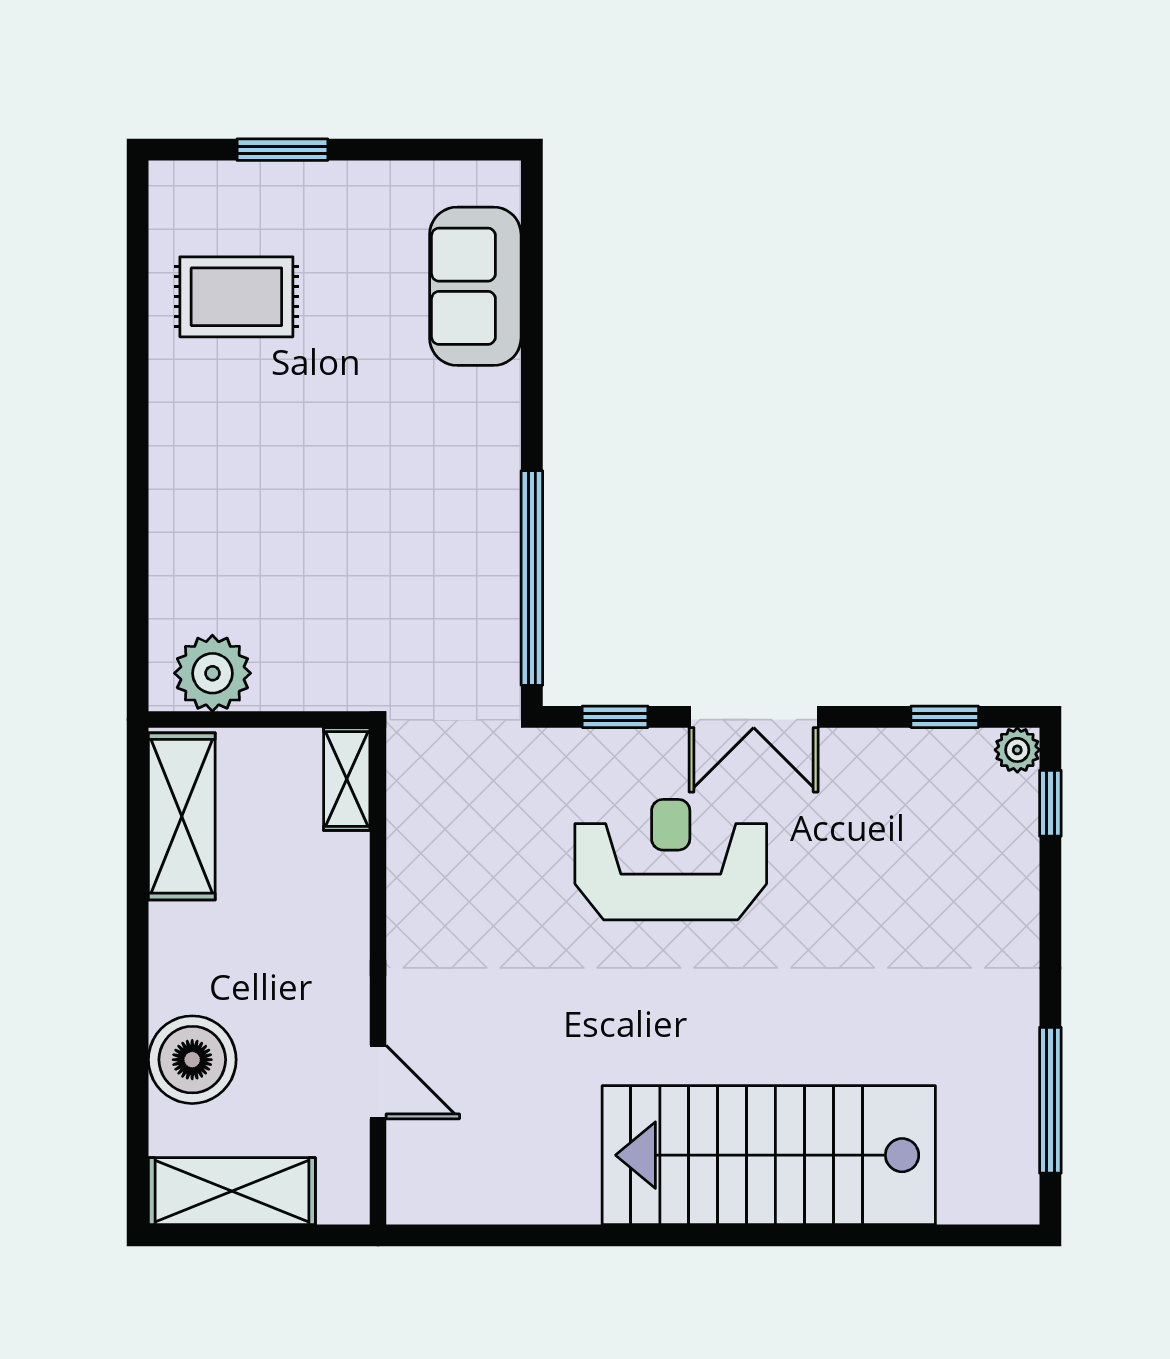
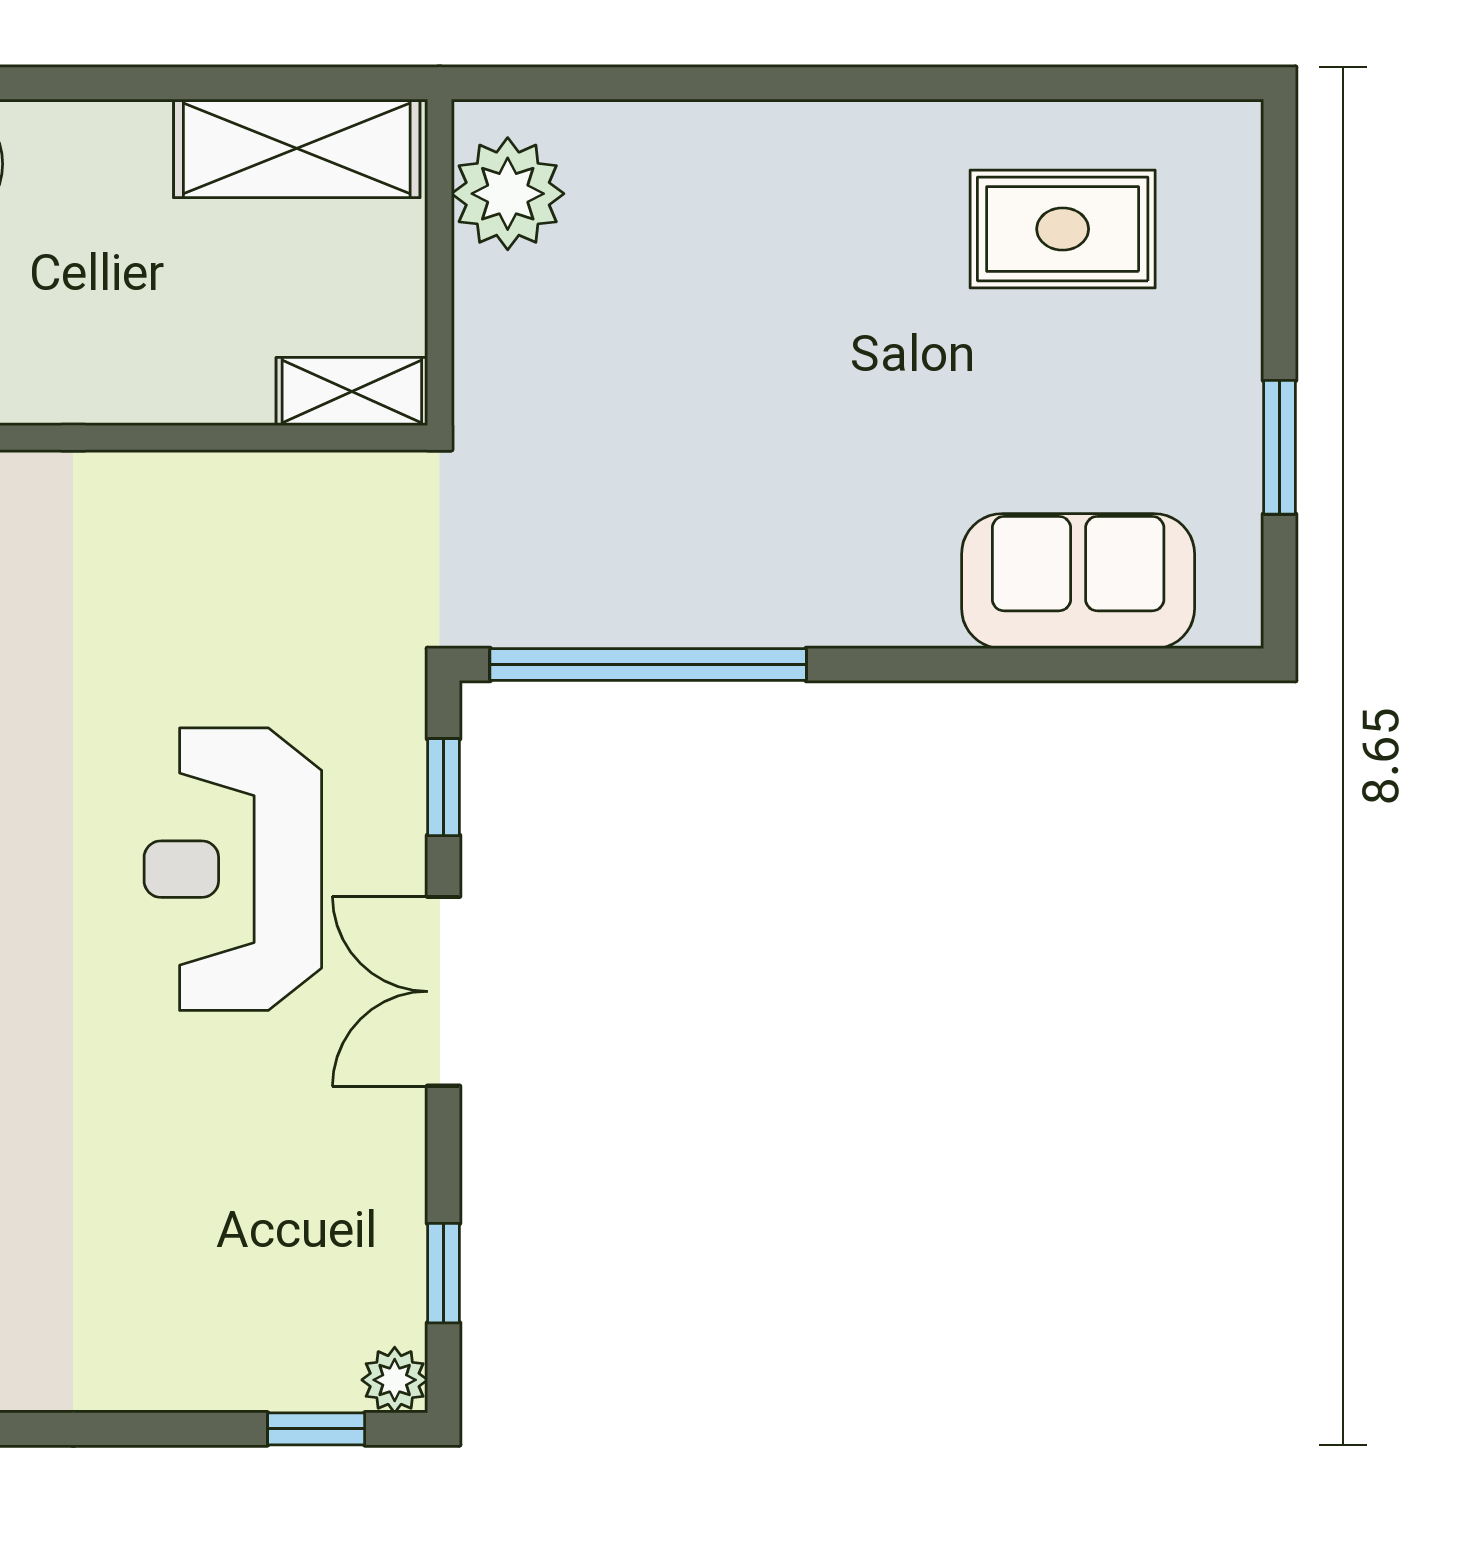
window: (282, 150) -> (1279, 447), moved
rug: (236, 297) -> (1063, 229), turned 90
reception desk: (671, 860) -> (233, 869), turned 180

